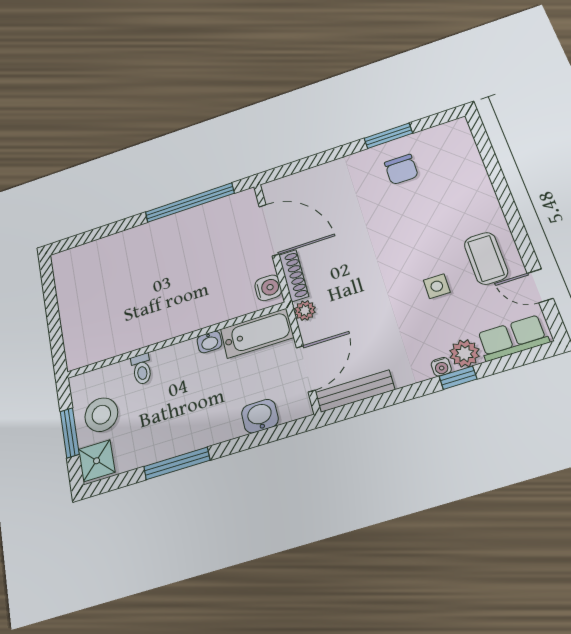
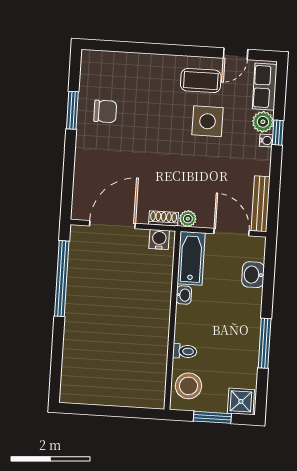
shoe rack: (294, 276) -> (164, 218), width x0.70
side table: (437, 286) -> (207, 121), width x1.87, depth x1.87
stool: (101, 415) -> (188, 386), moved

